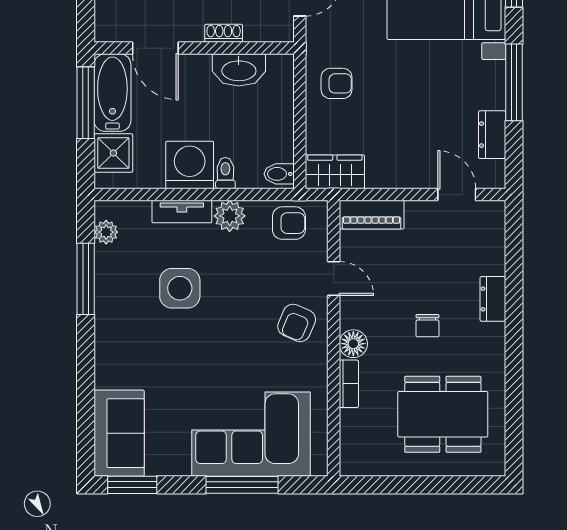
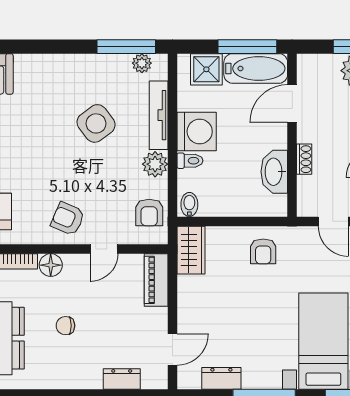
tv unit: (182, 212) -> (159, 115), width x1.41
window: (86, 279) -> (126, 47), moved
side table: (180, 288) -> (96, 123), turned -37
dresser: (493, 299) -> (122, 379), moved

